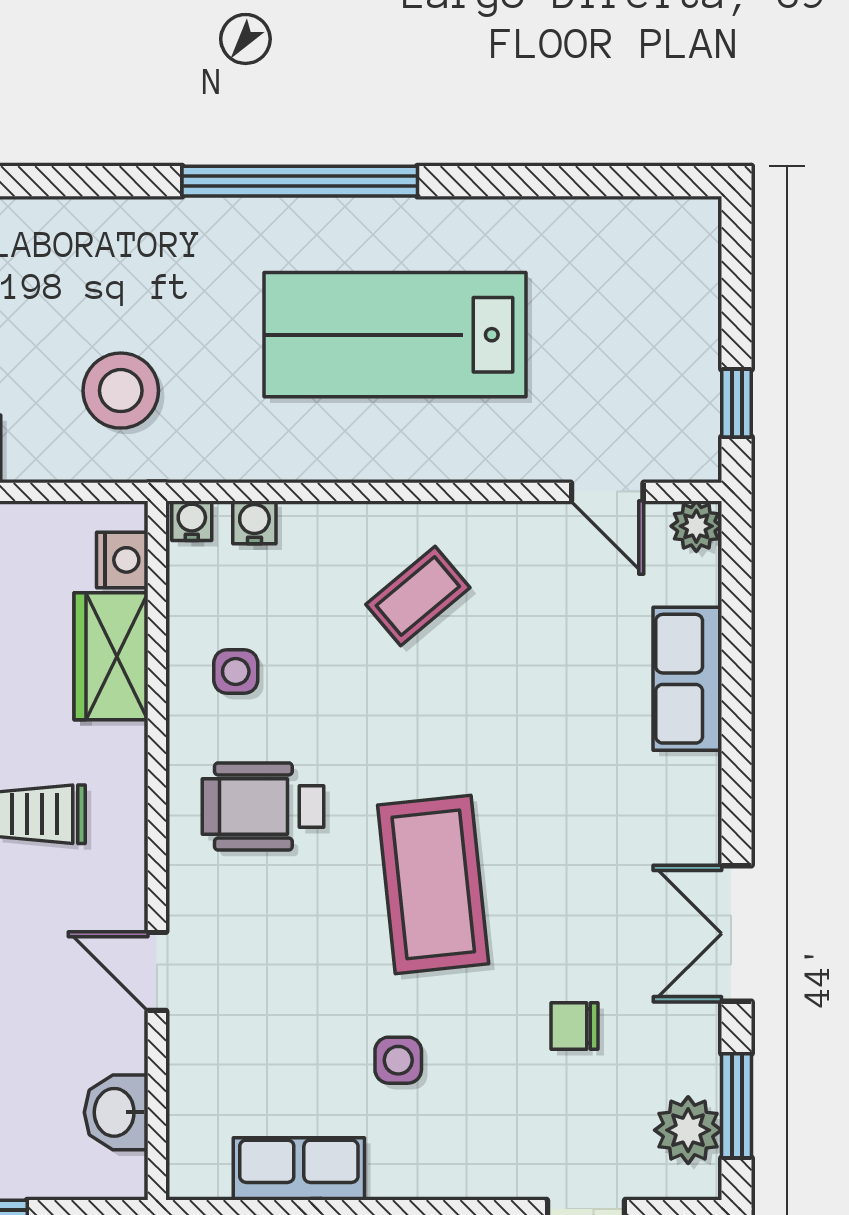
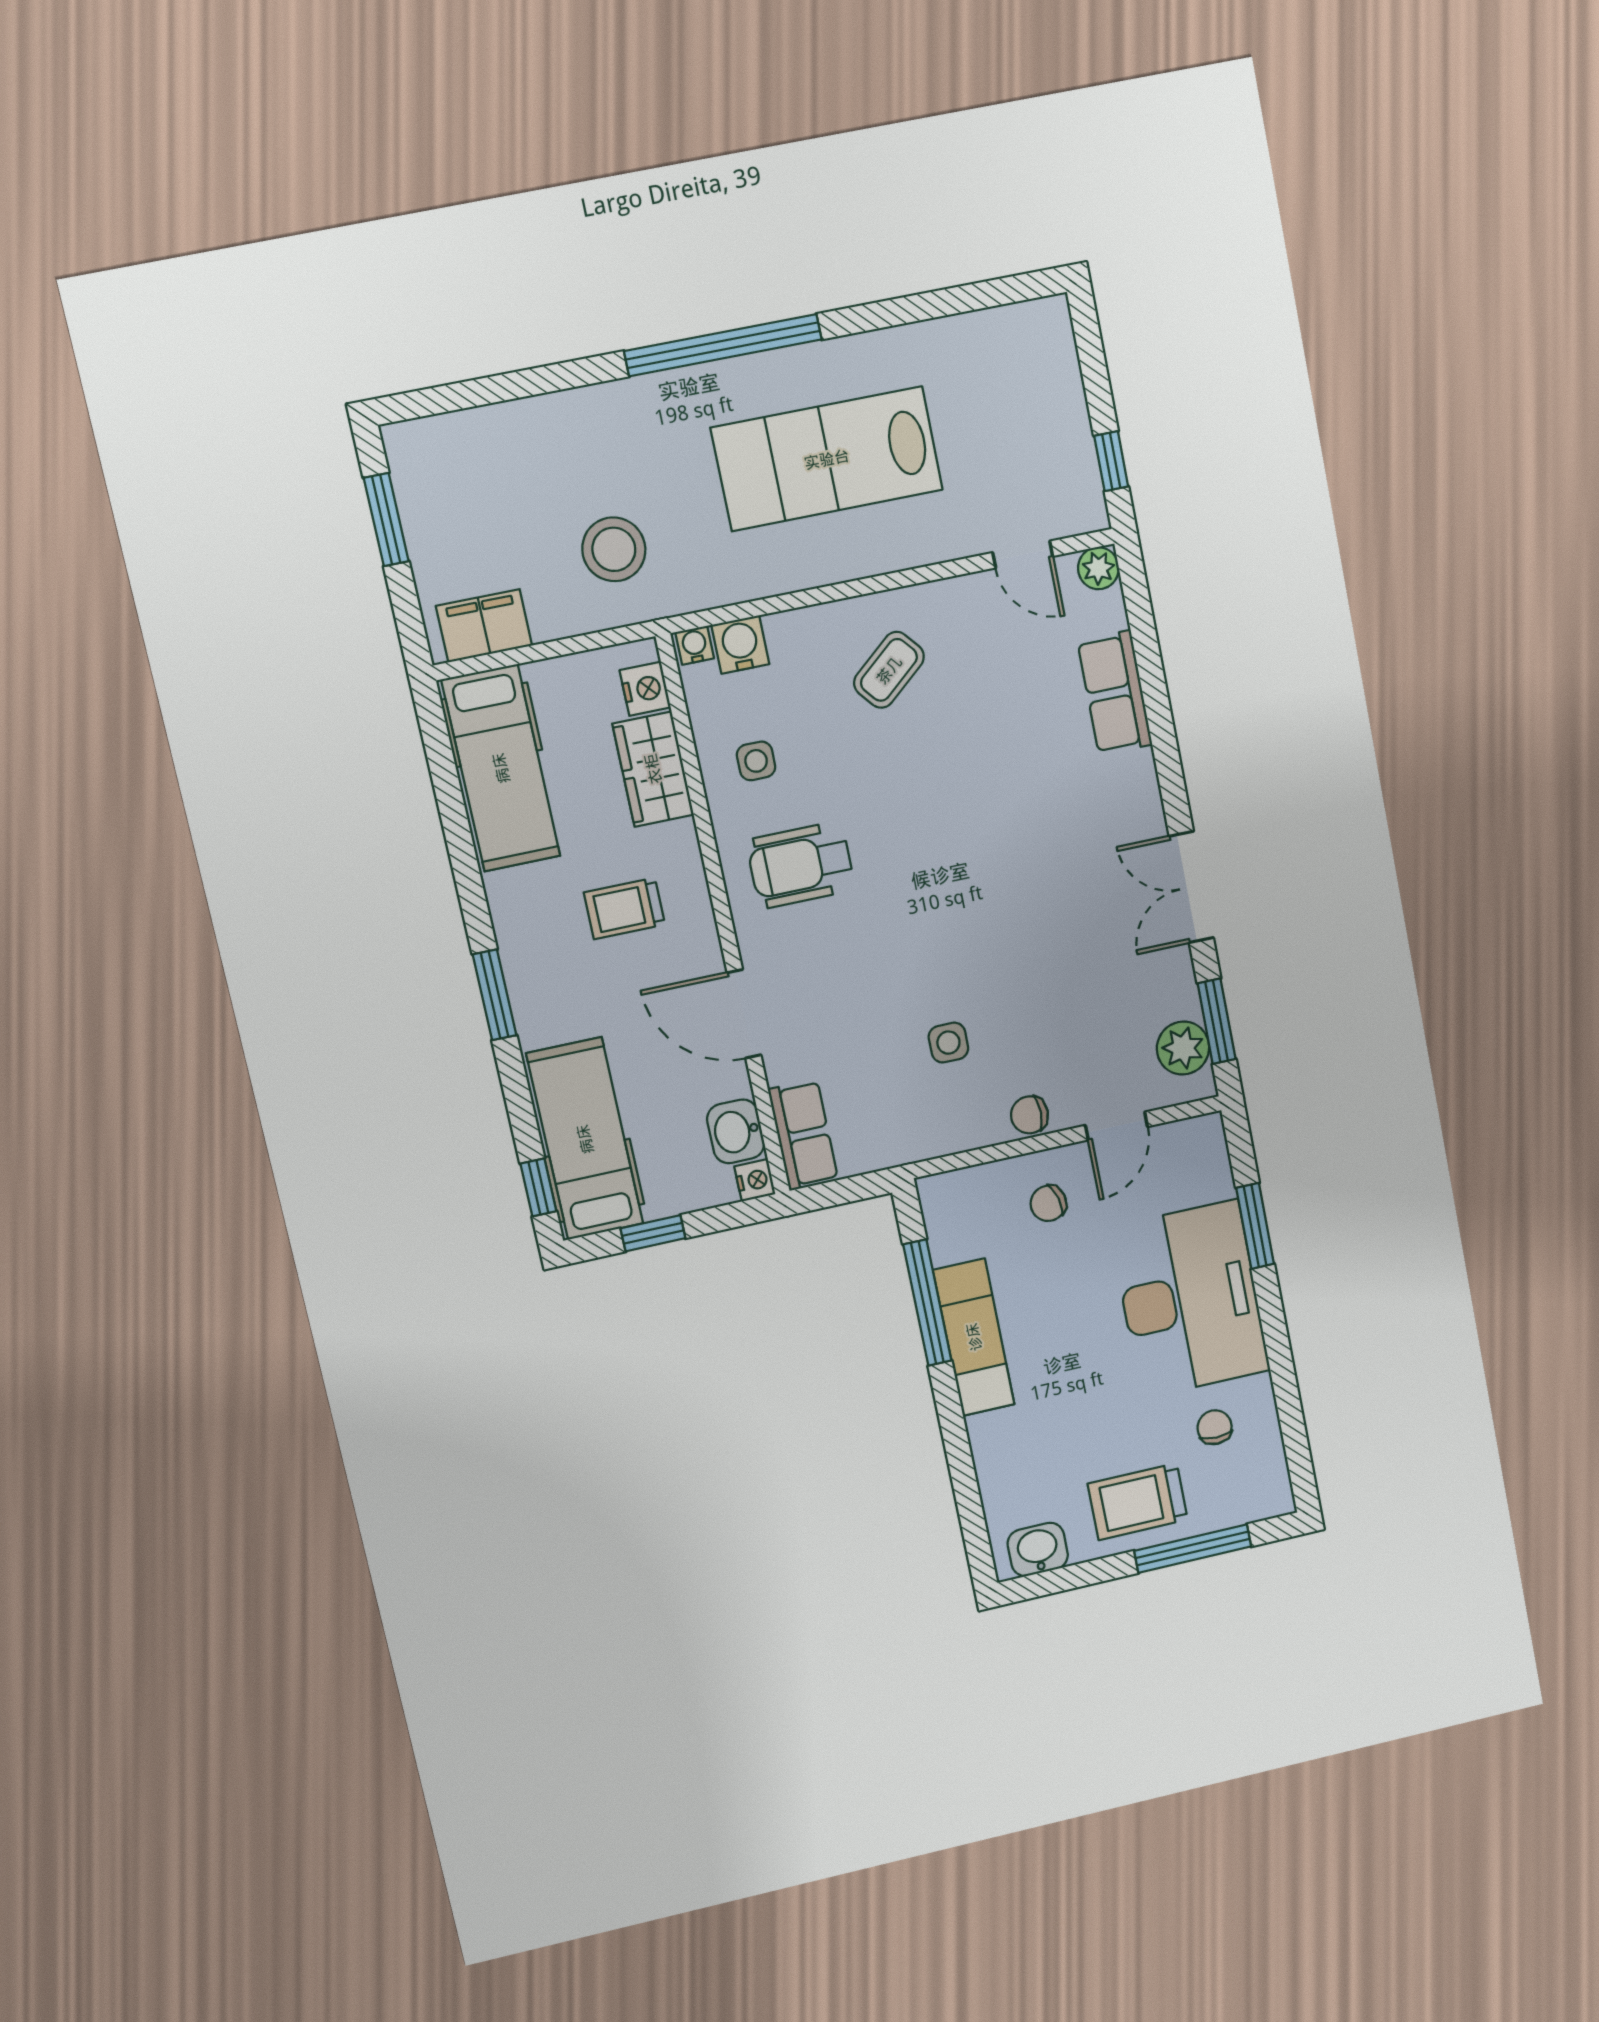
water cooler: (254, 522) -> (740, 645), width x1.38, depth x1.38
coffee table: (433, 884) -> (948, 899), removed
door: (157, 971) -> (744, 1014), width x1.38
chair: (574, 1026) -> (1029, 1115), moved
row of seats: (299, 1169) -> (803, 1135), moved, turned 90
nightstand: (126, 1177) -> (755, 1180), added

